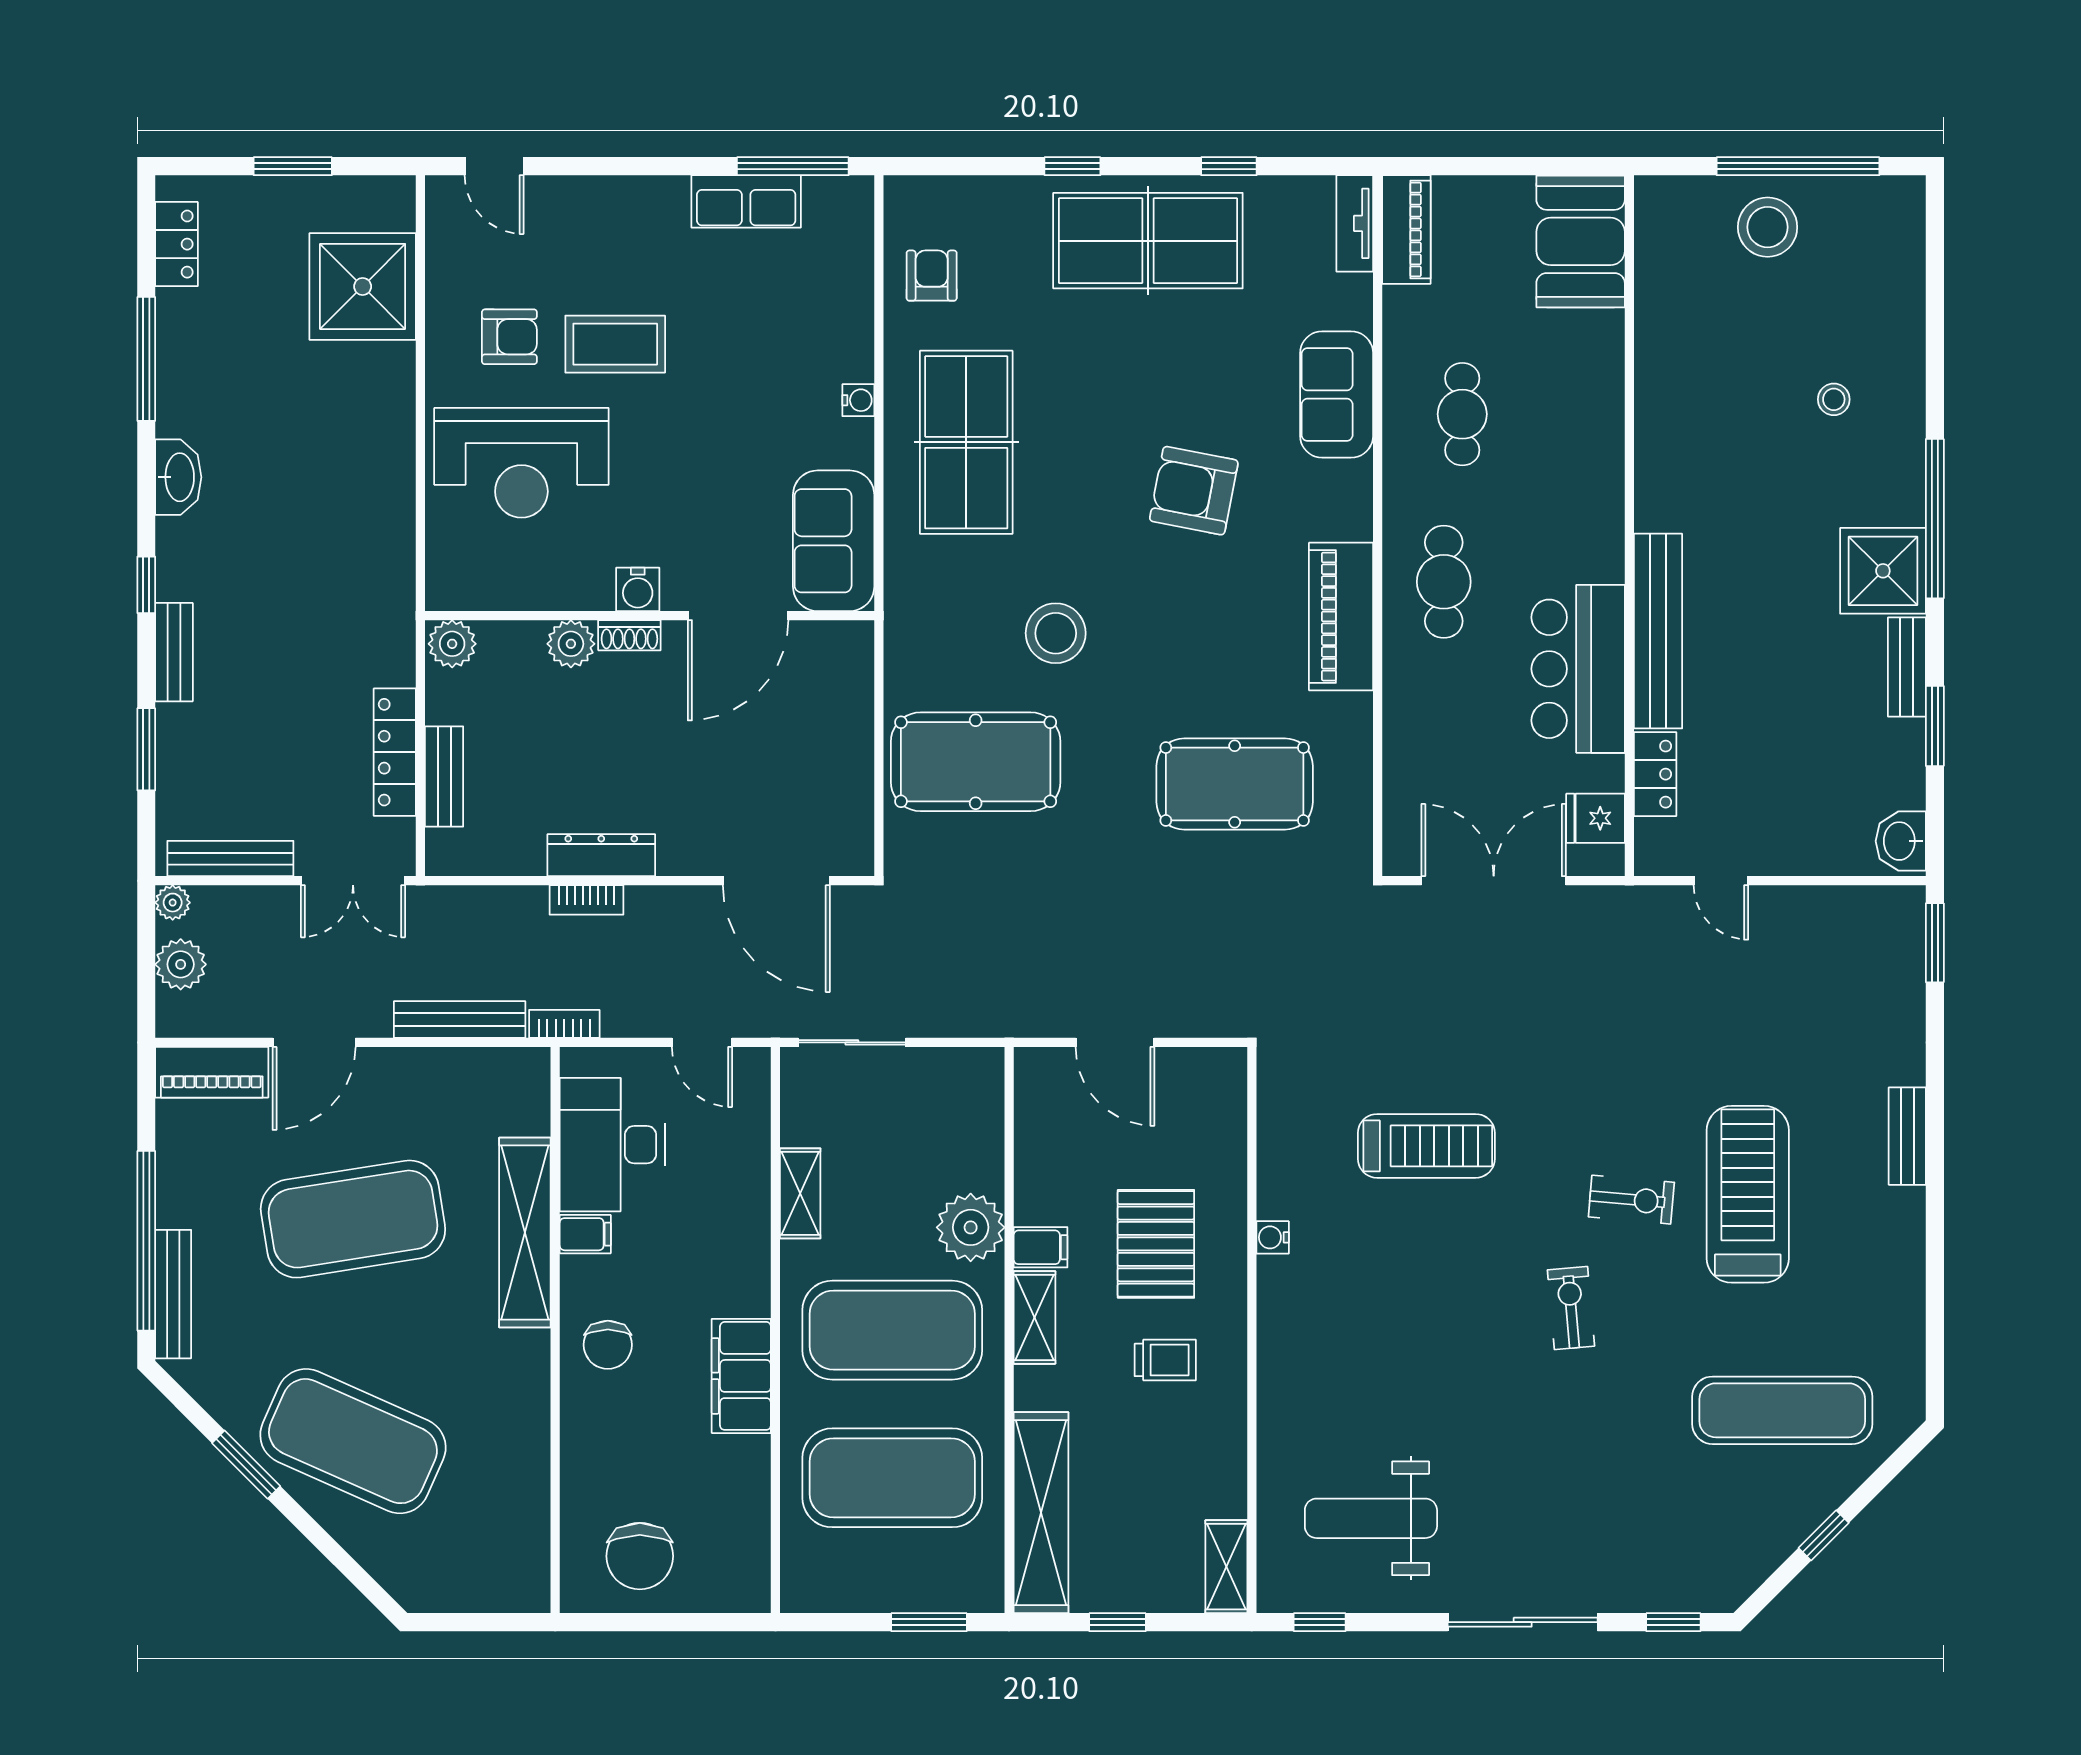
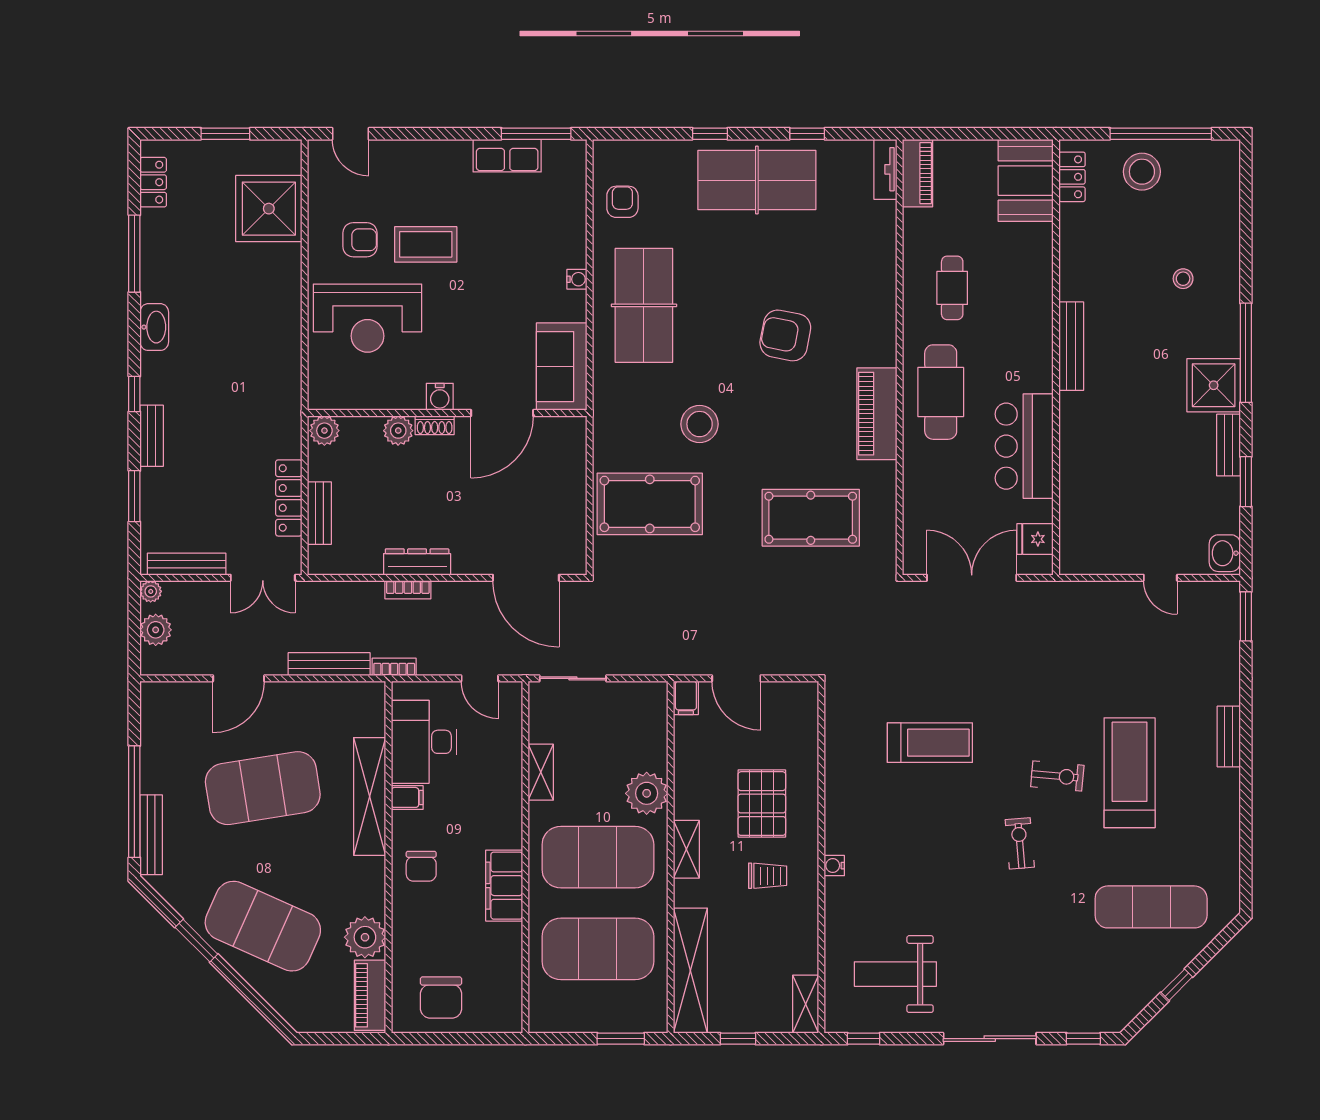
sofa: (1337, 394) -> (874, 276), removed
cafe table: (1444, 582) -> (941, 392), width x1.37, depth x1.35
bench: (1658, 631) -> (1071, 346), moved, width x0.73, depth x0.82
locker: (1655, 774) -> (1072, 177), moved
door: (1721, 881) -> (1160, 578), moved
piano: (212, 1072) -> (370, 995), moved, turned 90
water cooler: (1273, 1237) -> (834, 866), moved
filing cabinet: (1040, 1247) -> (686, 698), moved, turned 90
plant: (517, 1459) -> (365, 937), added

